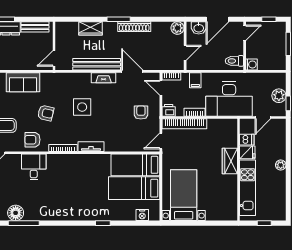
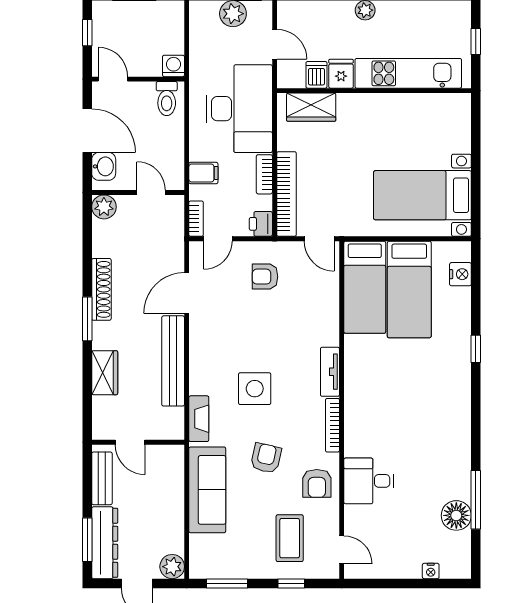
door: (54, 58) -> (130, 442), moved
fireplace: (104, 78) -> (199, 419), moved
sofa: (23, 82) -> (207, 490), width x1.36
wardrobe: (230, 161) -> (311, 107), moved

